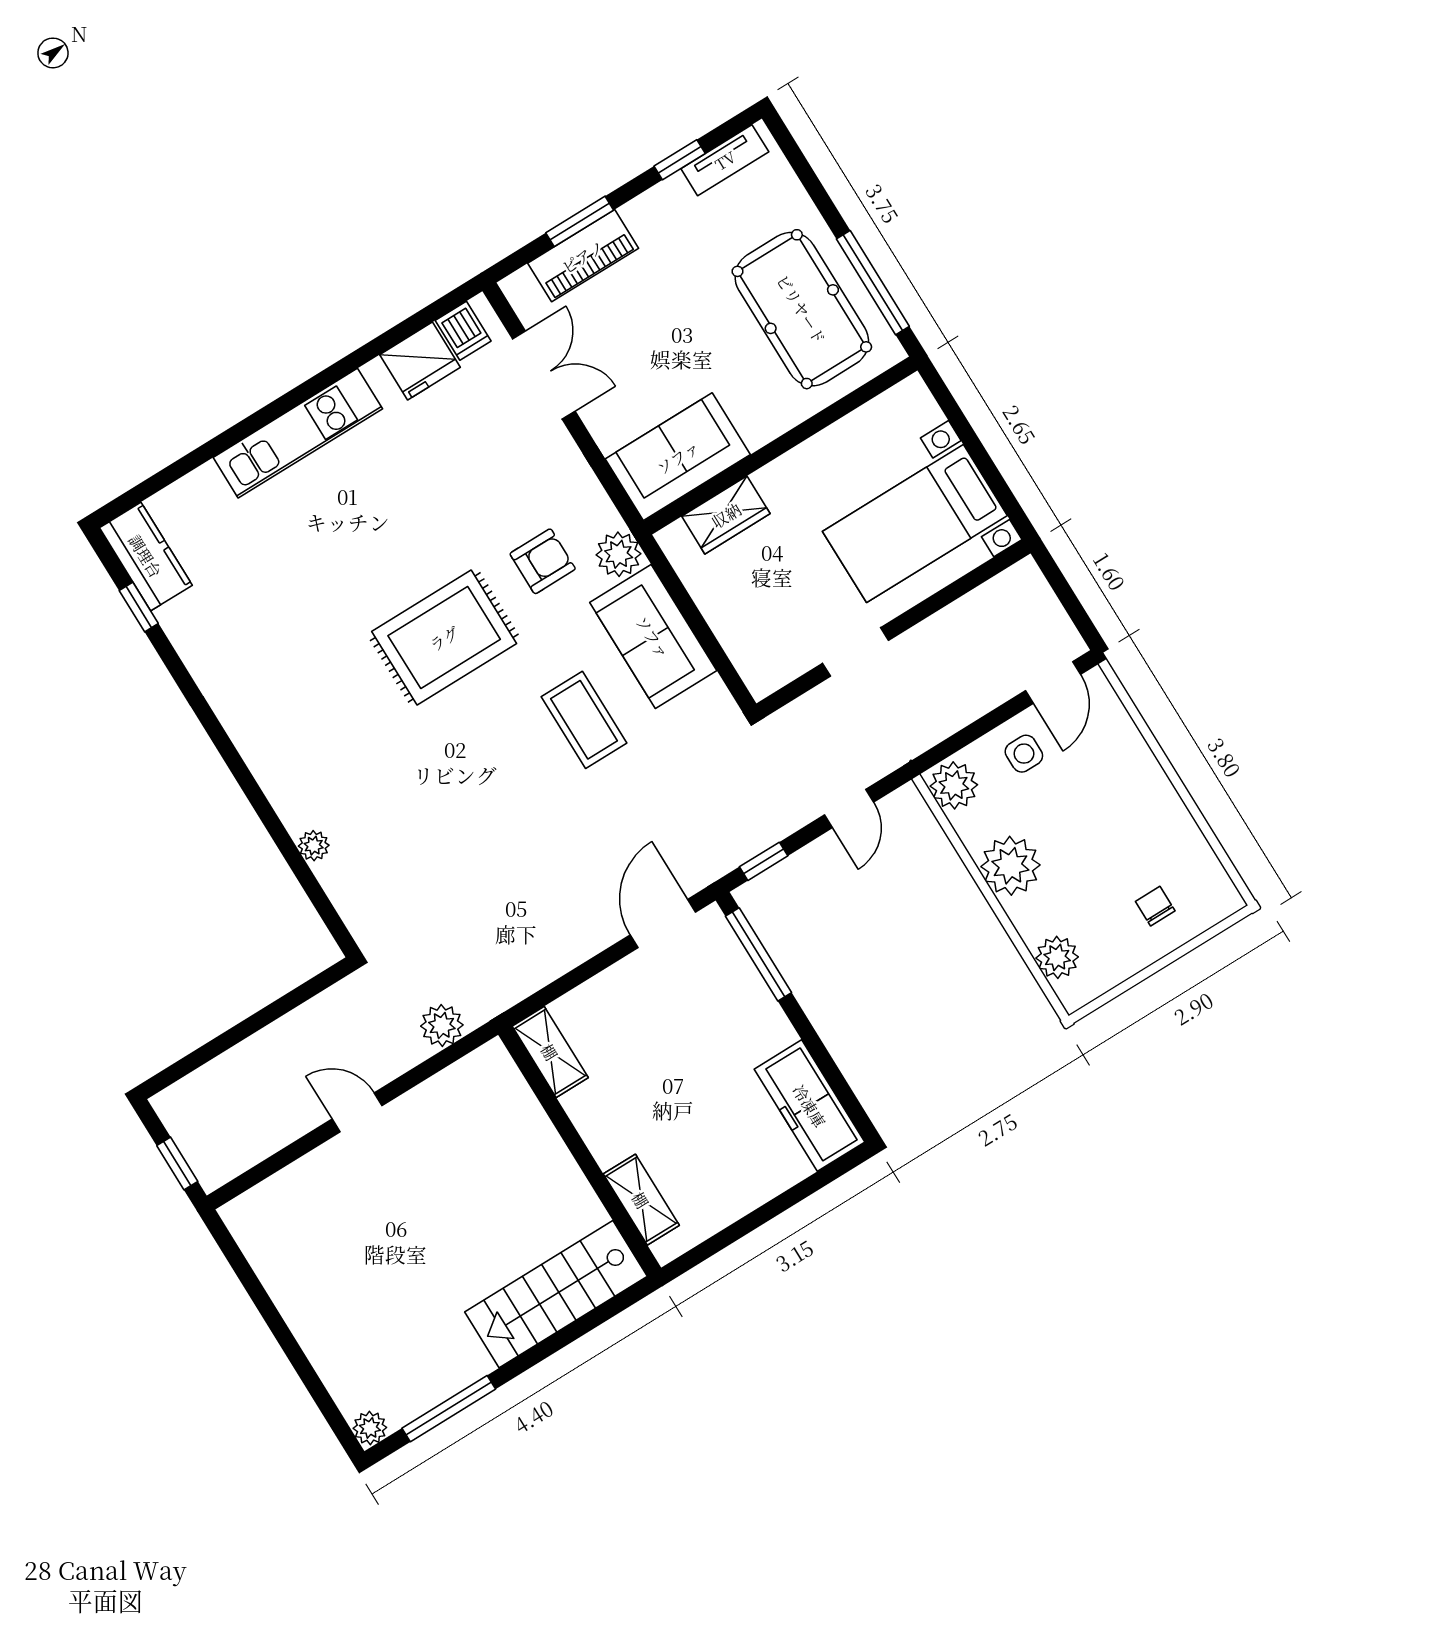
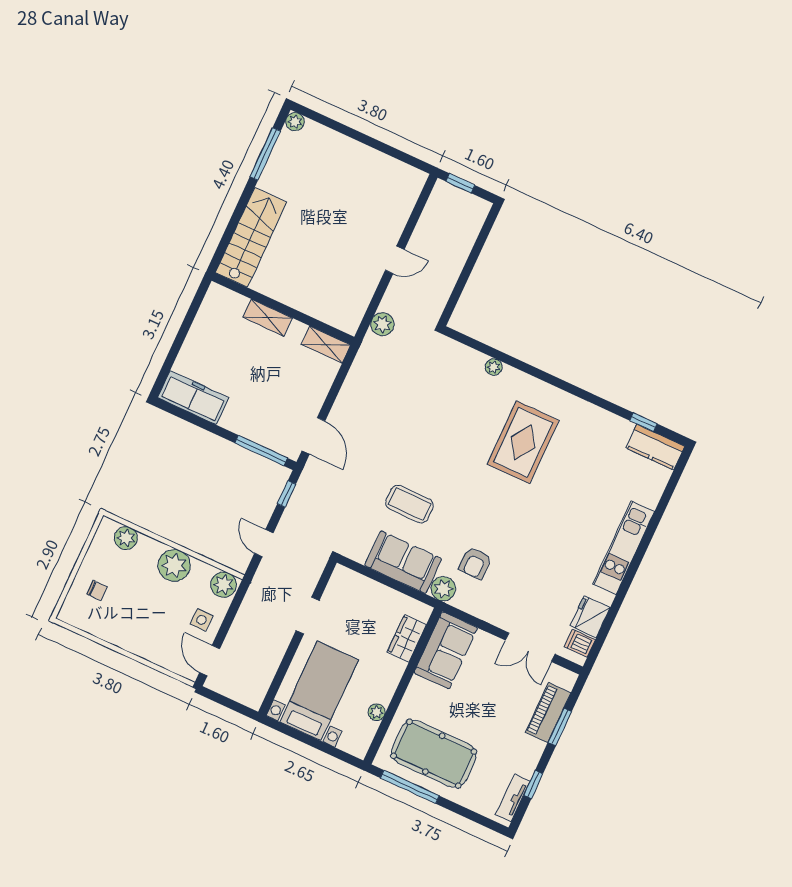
plant: (848, 432) -> (377, 712), added
rug: (444, 638) -> (523, 442), moved
shelving: (641, 1200) -> (267, 318), moved

